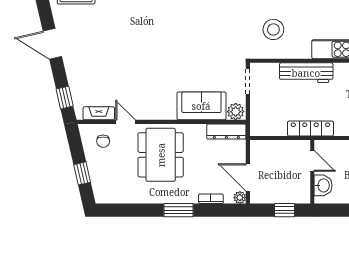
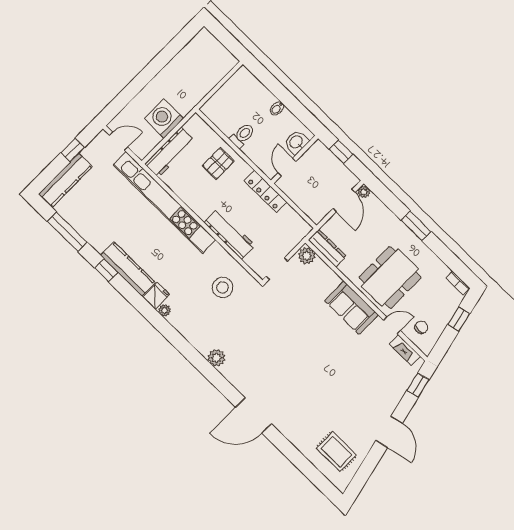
sofa: (201, 106) -> (351, 308), moved
door: (125, 122) -> (392, 325), swing flipped
bookcase: (211, 199) -> (458, 283), moved

